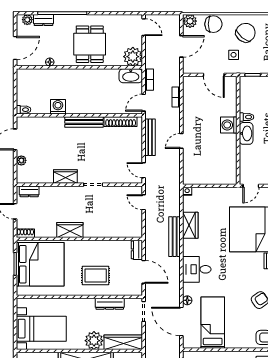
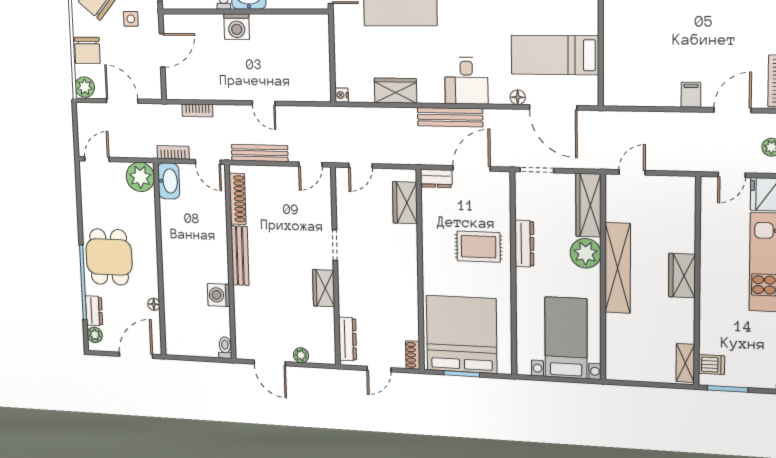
chair: (213, 24) -> (87, 50), turned 180
dining table: (90, 44) -> (109, 257), moved, turned 90
door: (15, 48) -> (136, 355), hinge flipped
dresser: (29, 191) -> (348, 339), width x1.44
wardrobe: (70, 230) -> (405, 203), moved
bench: (175, 237) -> (450, 117), moved
rug: (96, 275) -> (478, 247), turned 90
dresser: (110, 304) -> (524, 244), moved
door: (181, 322) -> (553, 107), hinge flipped

